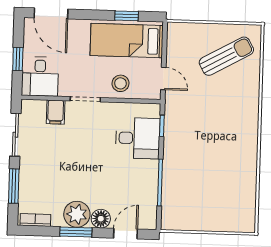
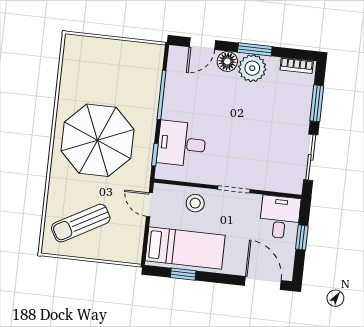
filing cabinet: (56, 112) -> (266, 178), removed
parasol: (217, 135) -> (97, 140), added

